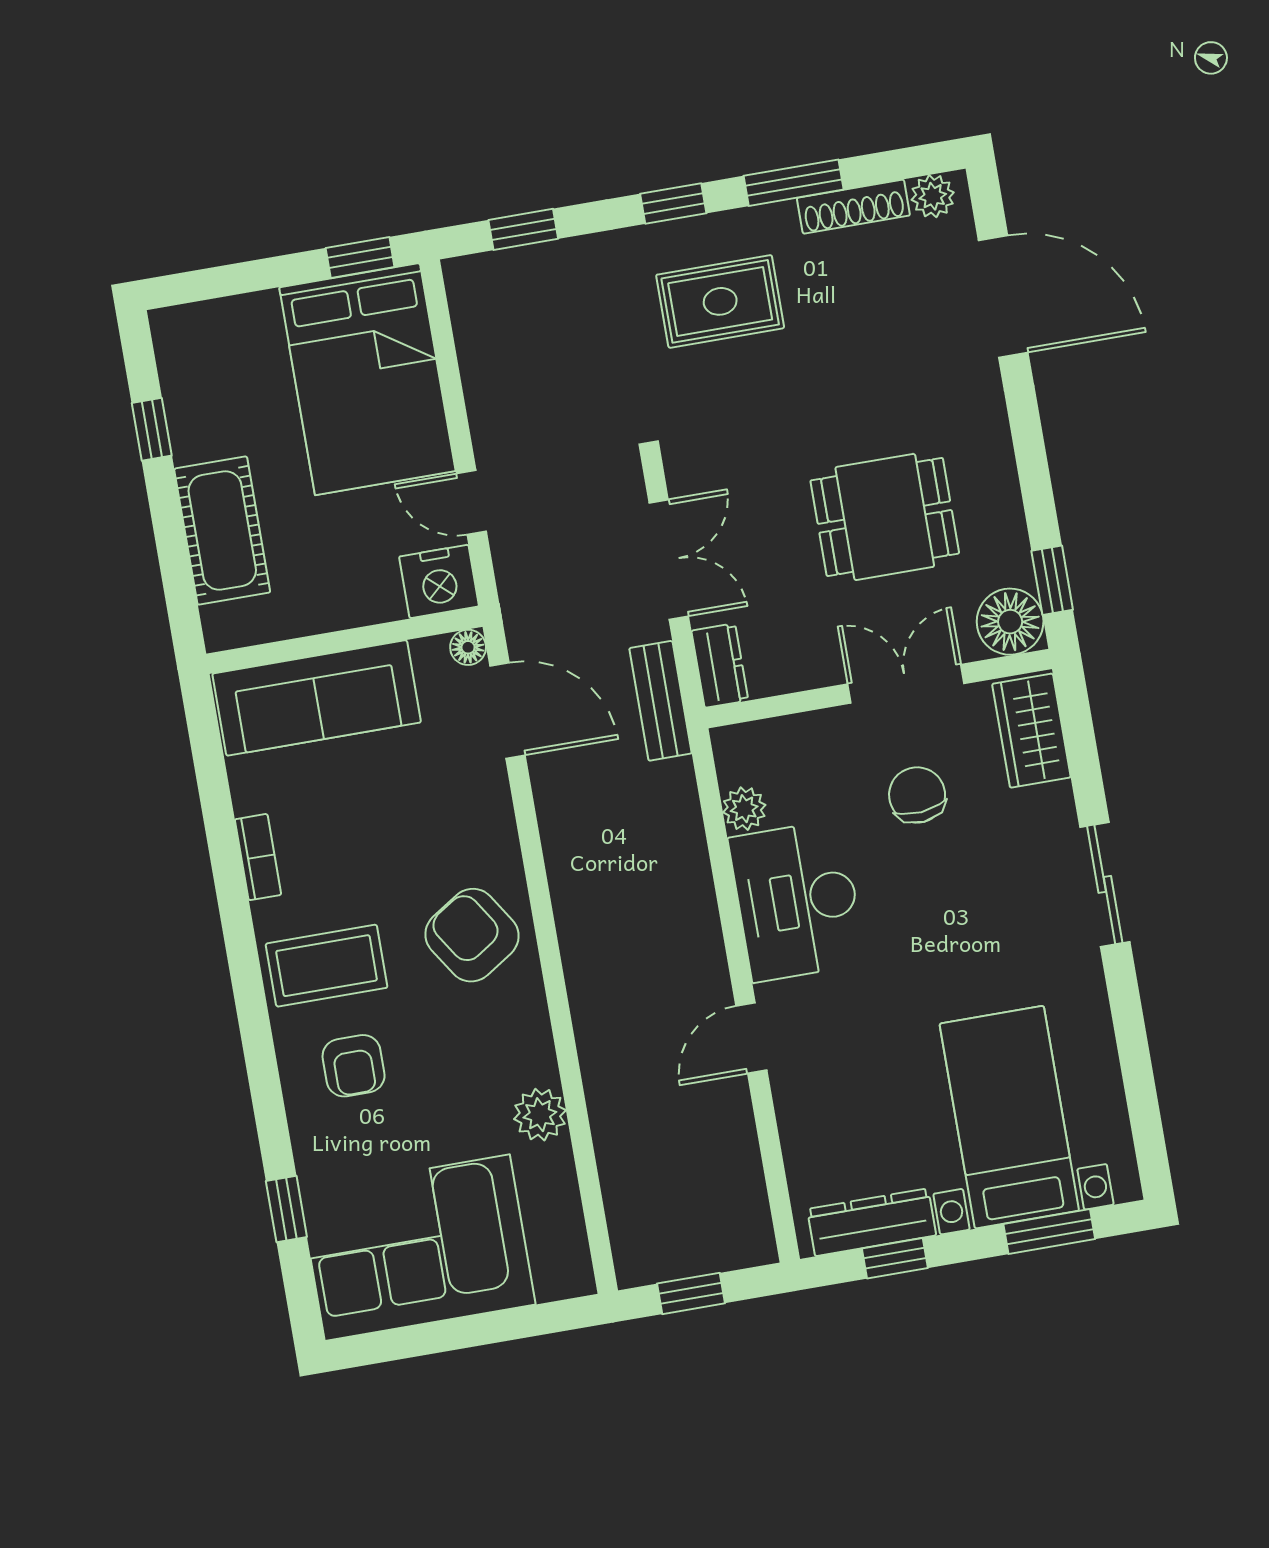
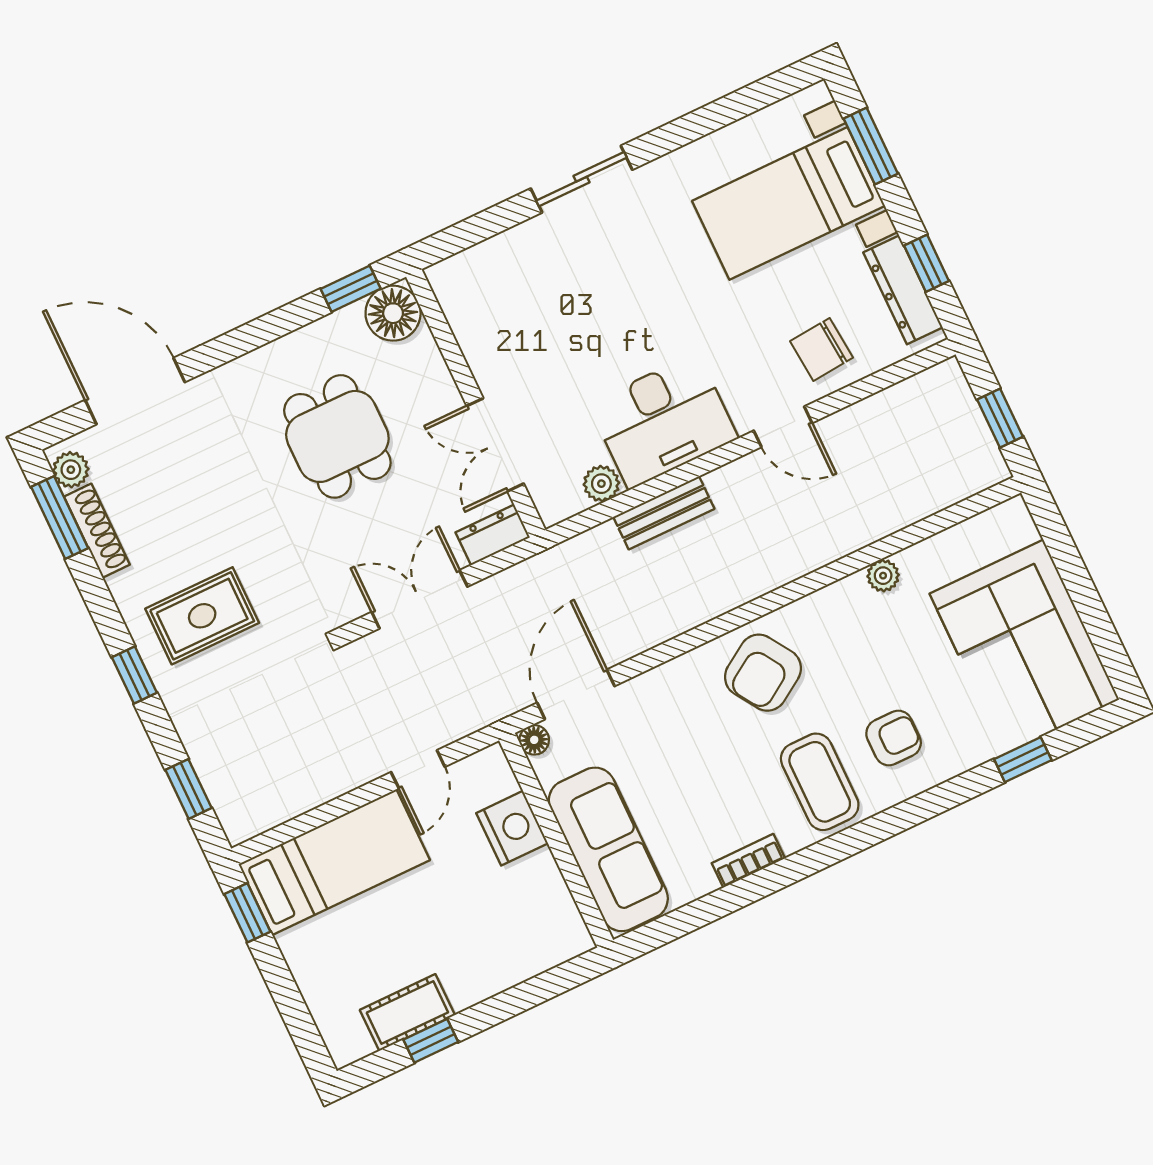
window: (794, 183) -> (60, 518), moved
door: (1003, 296) -> (135, 391), hinge flipped
rug: (720, 301) -> (202, 616), turned 90
bed: (367, 379) -> (334, 862), width x0.67
cot: (222, 531) -> (407, 1013), moved, width x0.73, depth x0.75
nightstand: (439, 581) -> (512, 828), moved
double door: (906, 684) -> (495, 445), moved
bench: (660, 701) -> (664, 513), moved
wardrobe: (1031, 731) -> (475, 272), removed
chair: (917, 795) -> (821, 349), moved
plant: (540, 1115) -> (883, 576), width x0.73, depth x0.73

